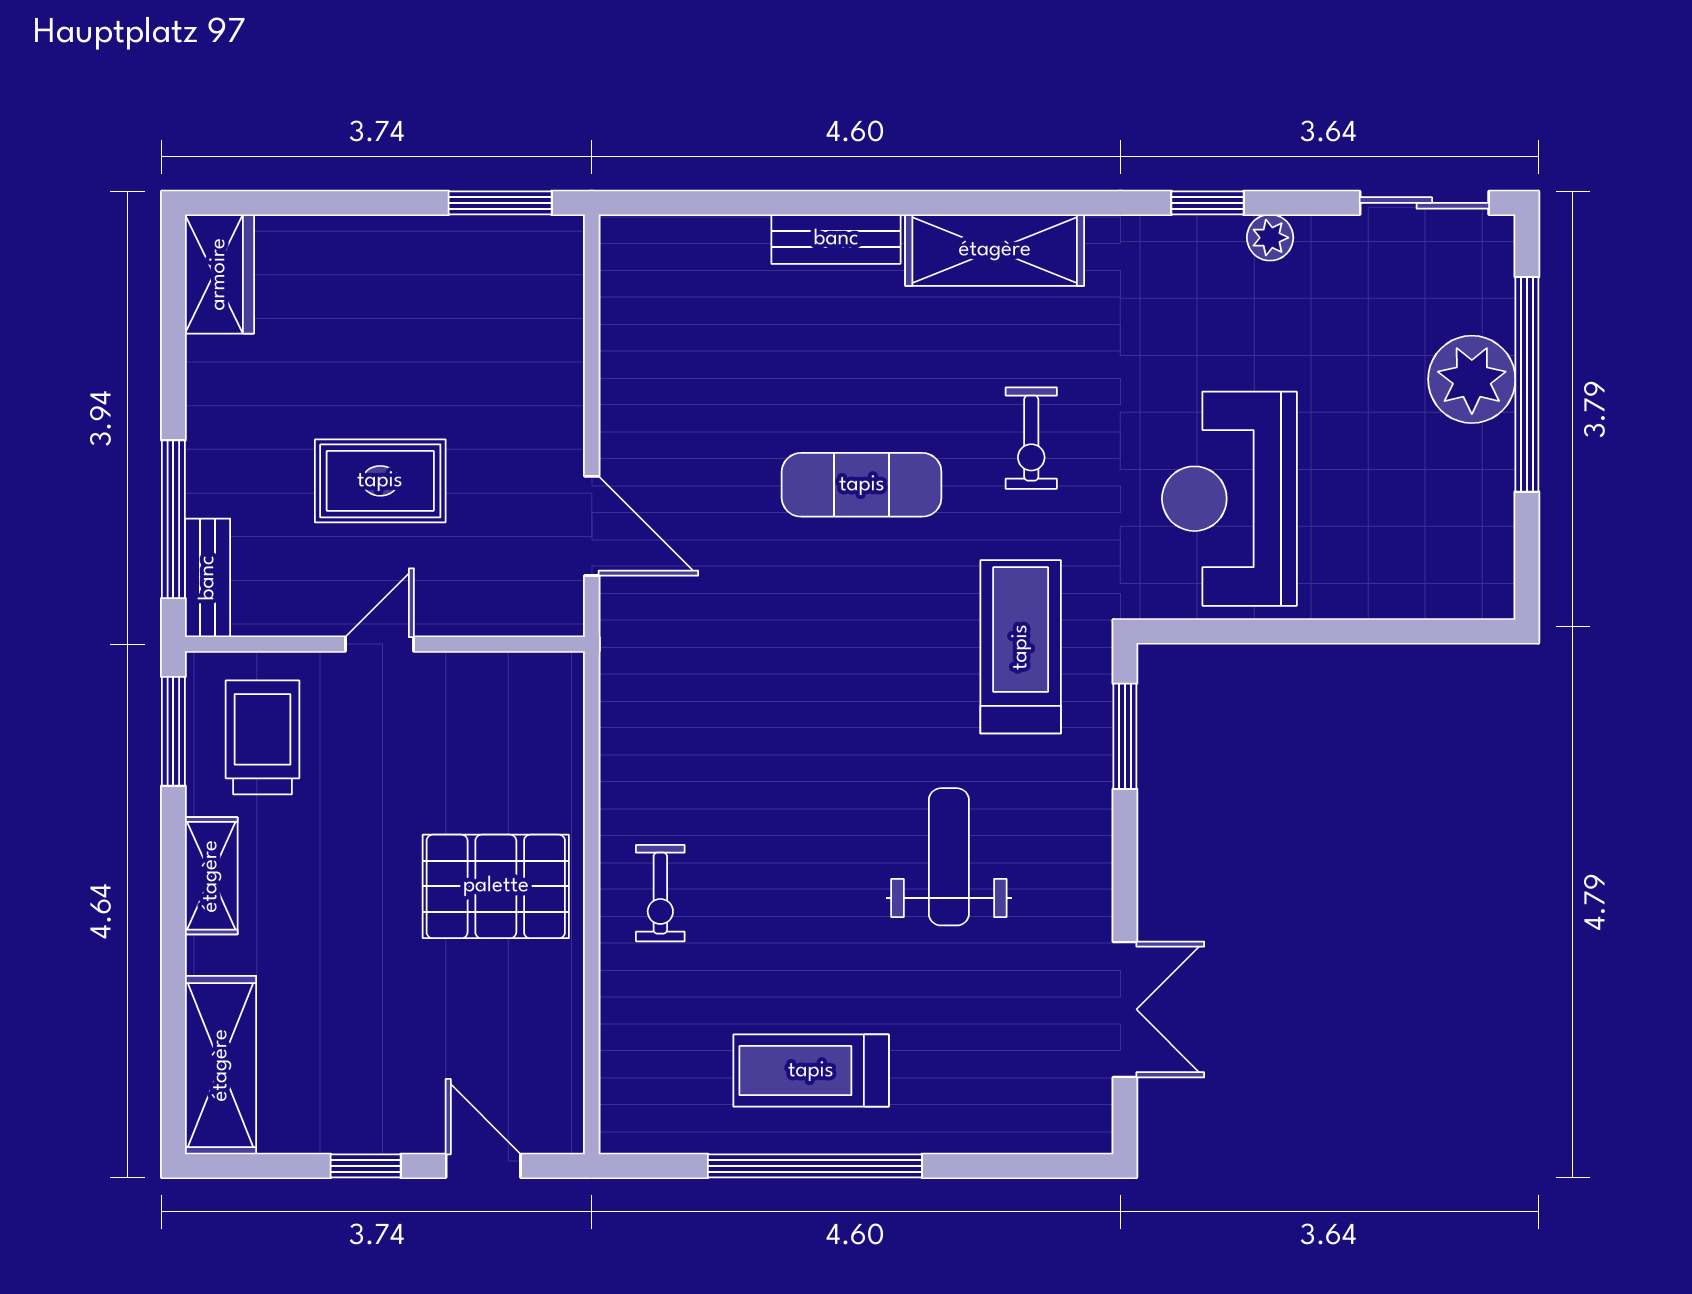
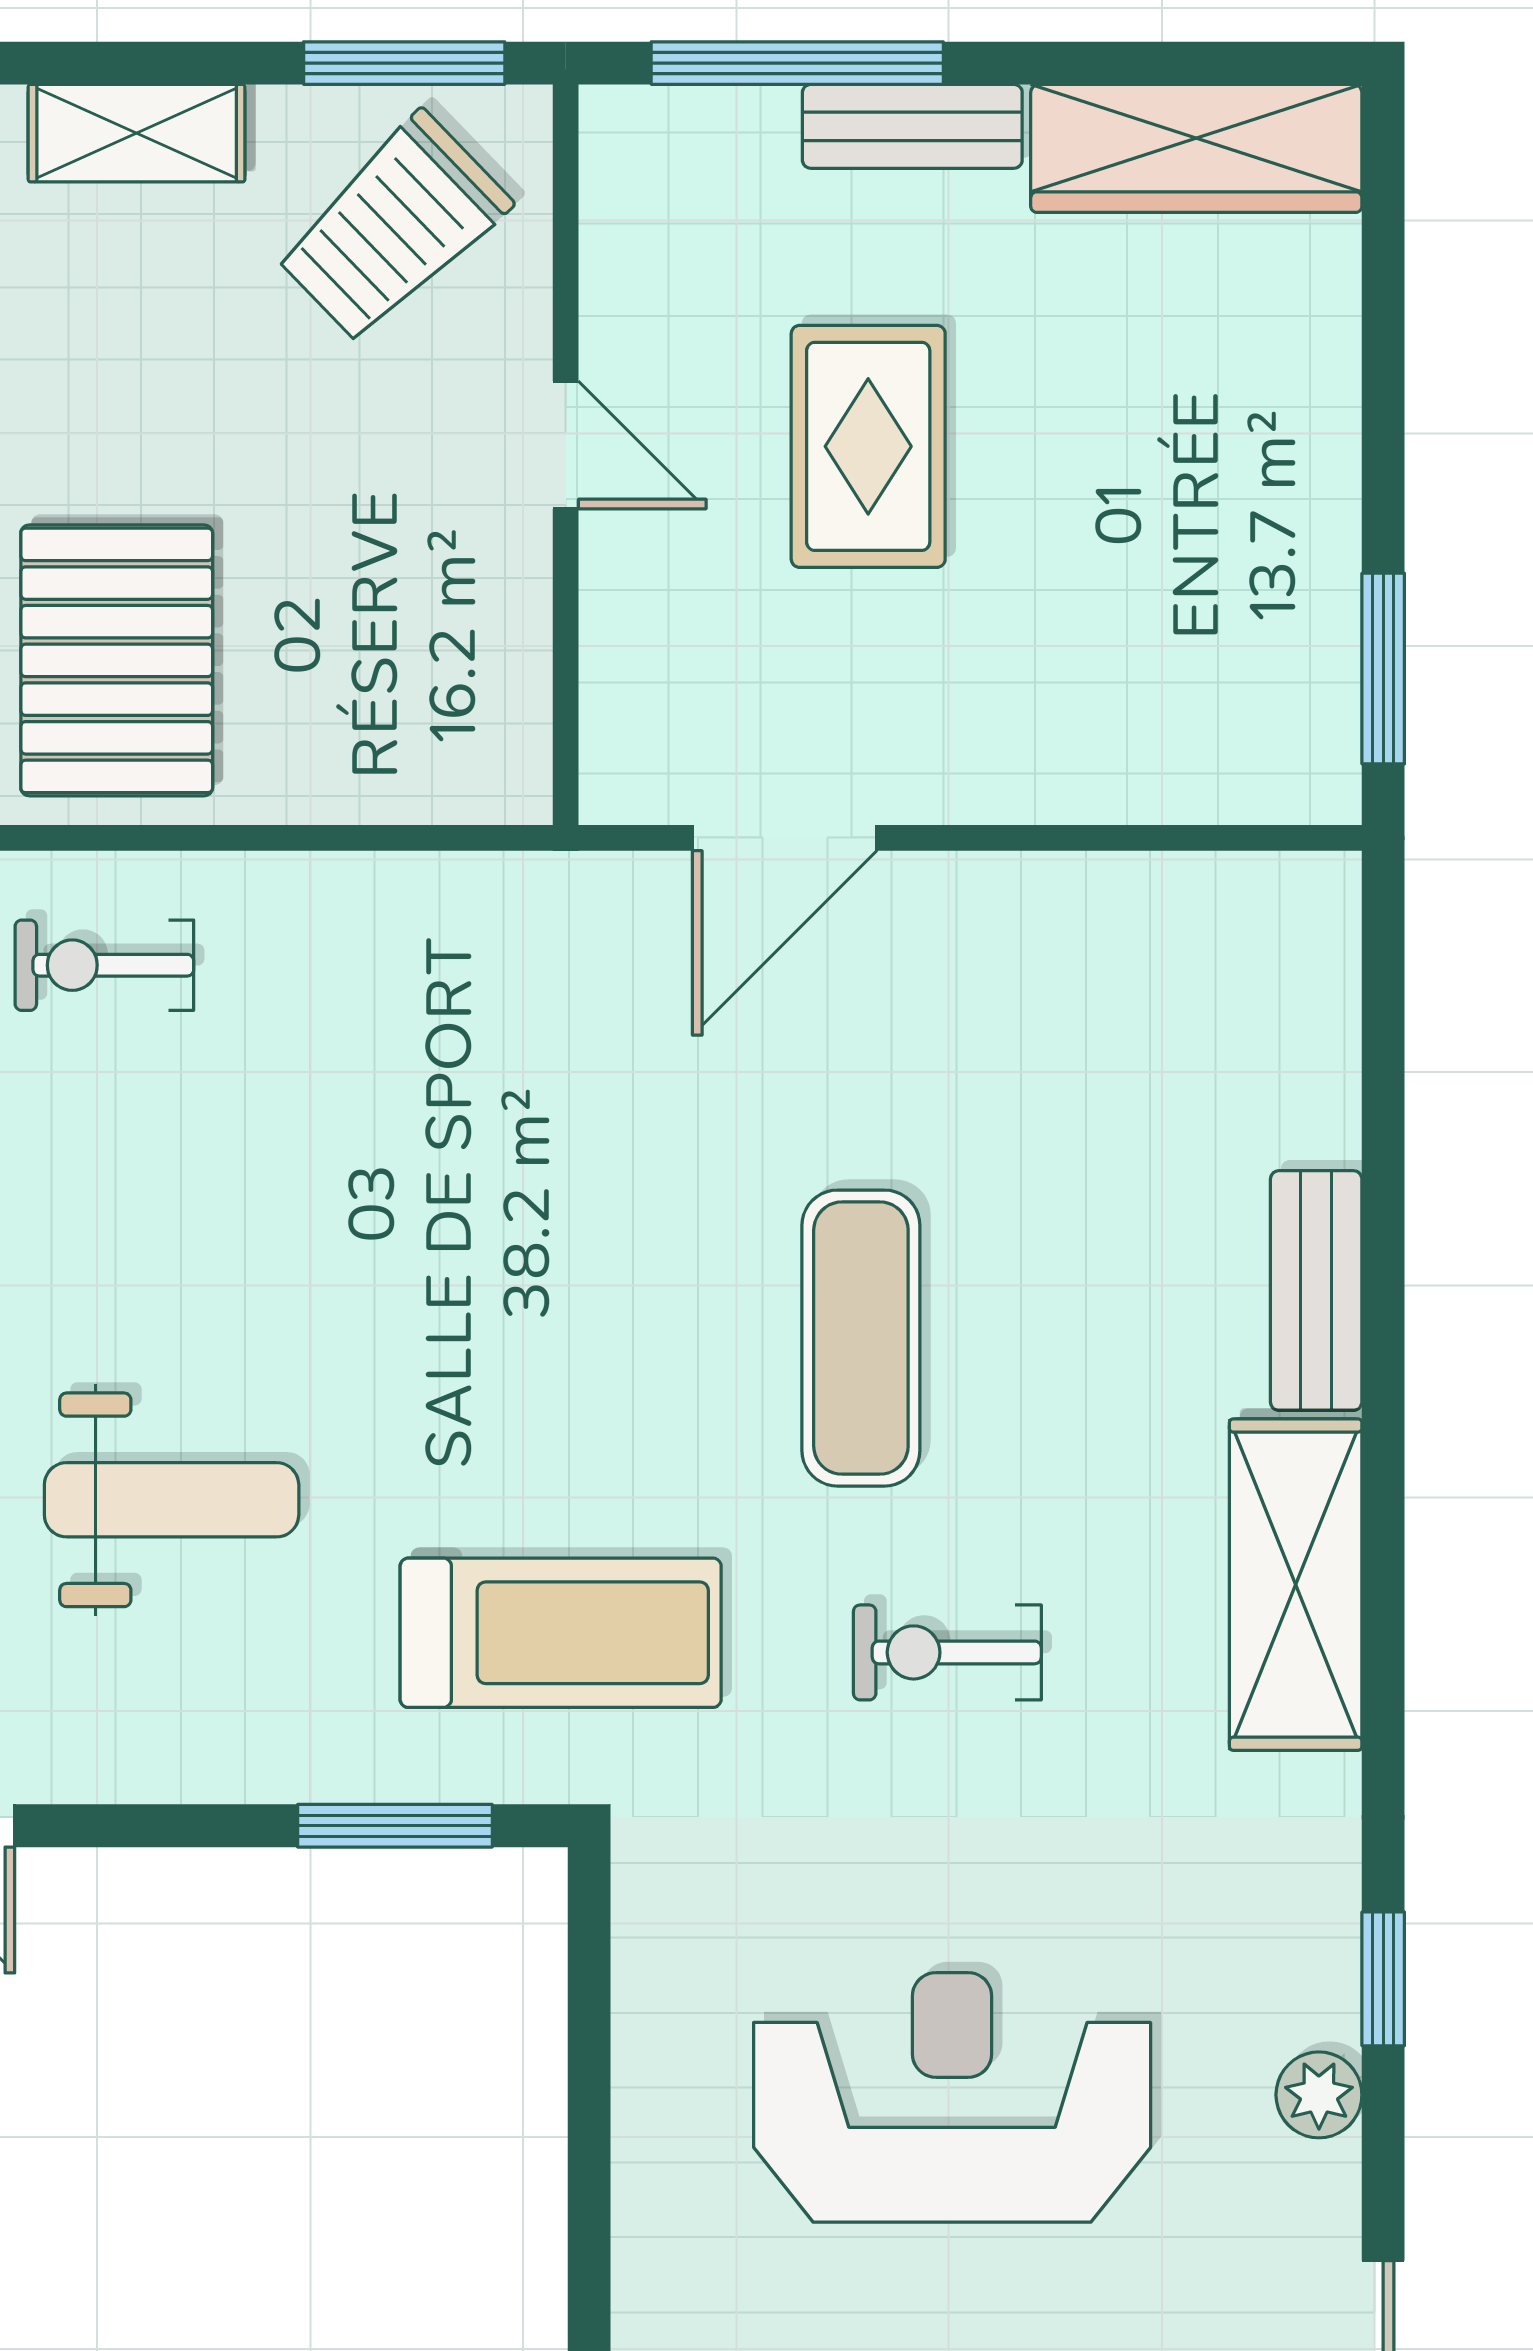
wardrobe: (219, 274) -> (1196, 148), width x1.50
reception desk: (1229, 499) -> (952, 2097), moved
bench: (208, 578) -> (912, 126), moved
trolley: (262, 737) -> (393, 228), turned 136

